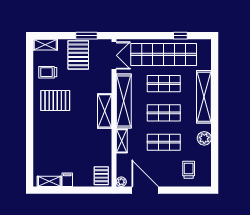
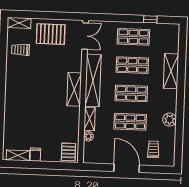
window: (87, 36) -> (59, 16), removed
shop shelf: (164, 54) -> (133, 37), width x0.50, depth x0.74
pallet: (78, 55) -> (51, 34), turned 90
shelving: (204, 97) -> (171, 71), width x0.68
pallet: (55, 100) -> (27, 77), removed
plant: (121, 182) -> (88, 136), moved
door: (145, 190) -> (127, 168), moved

